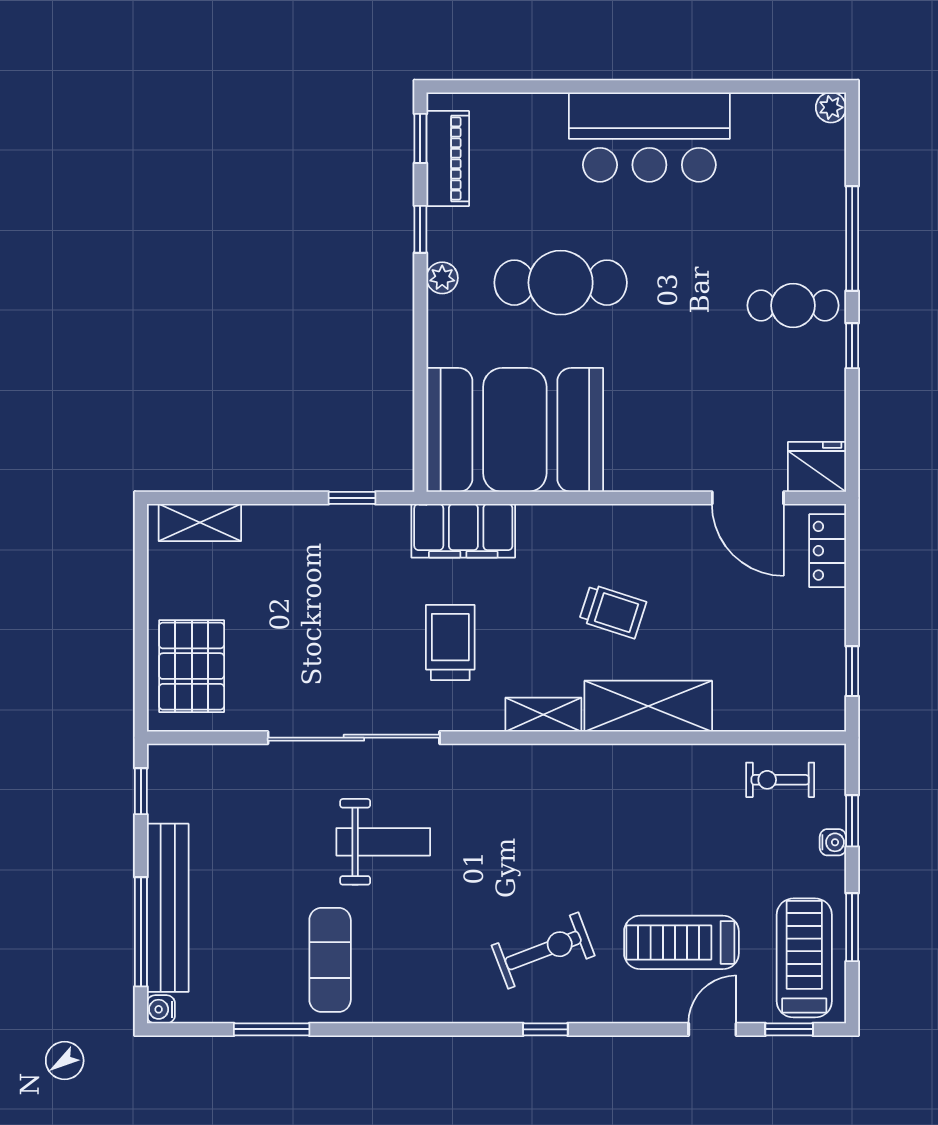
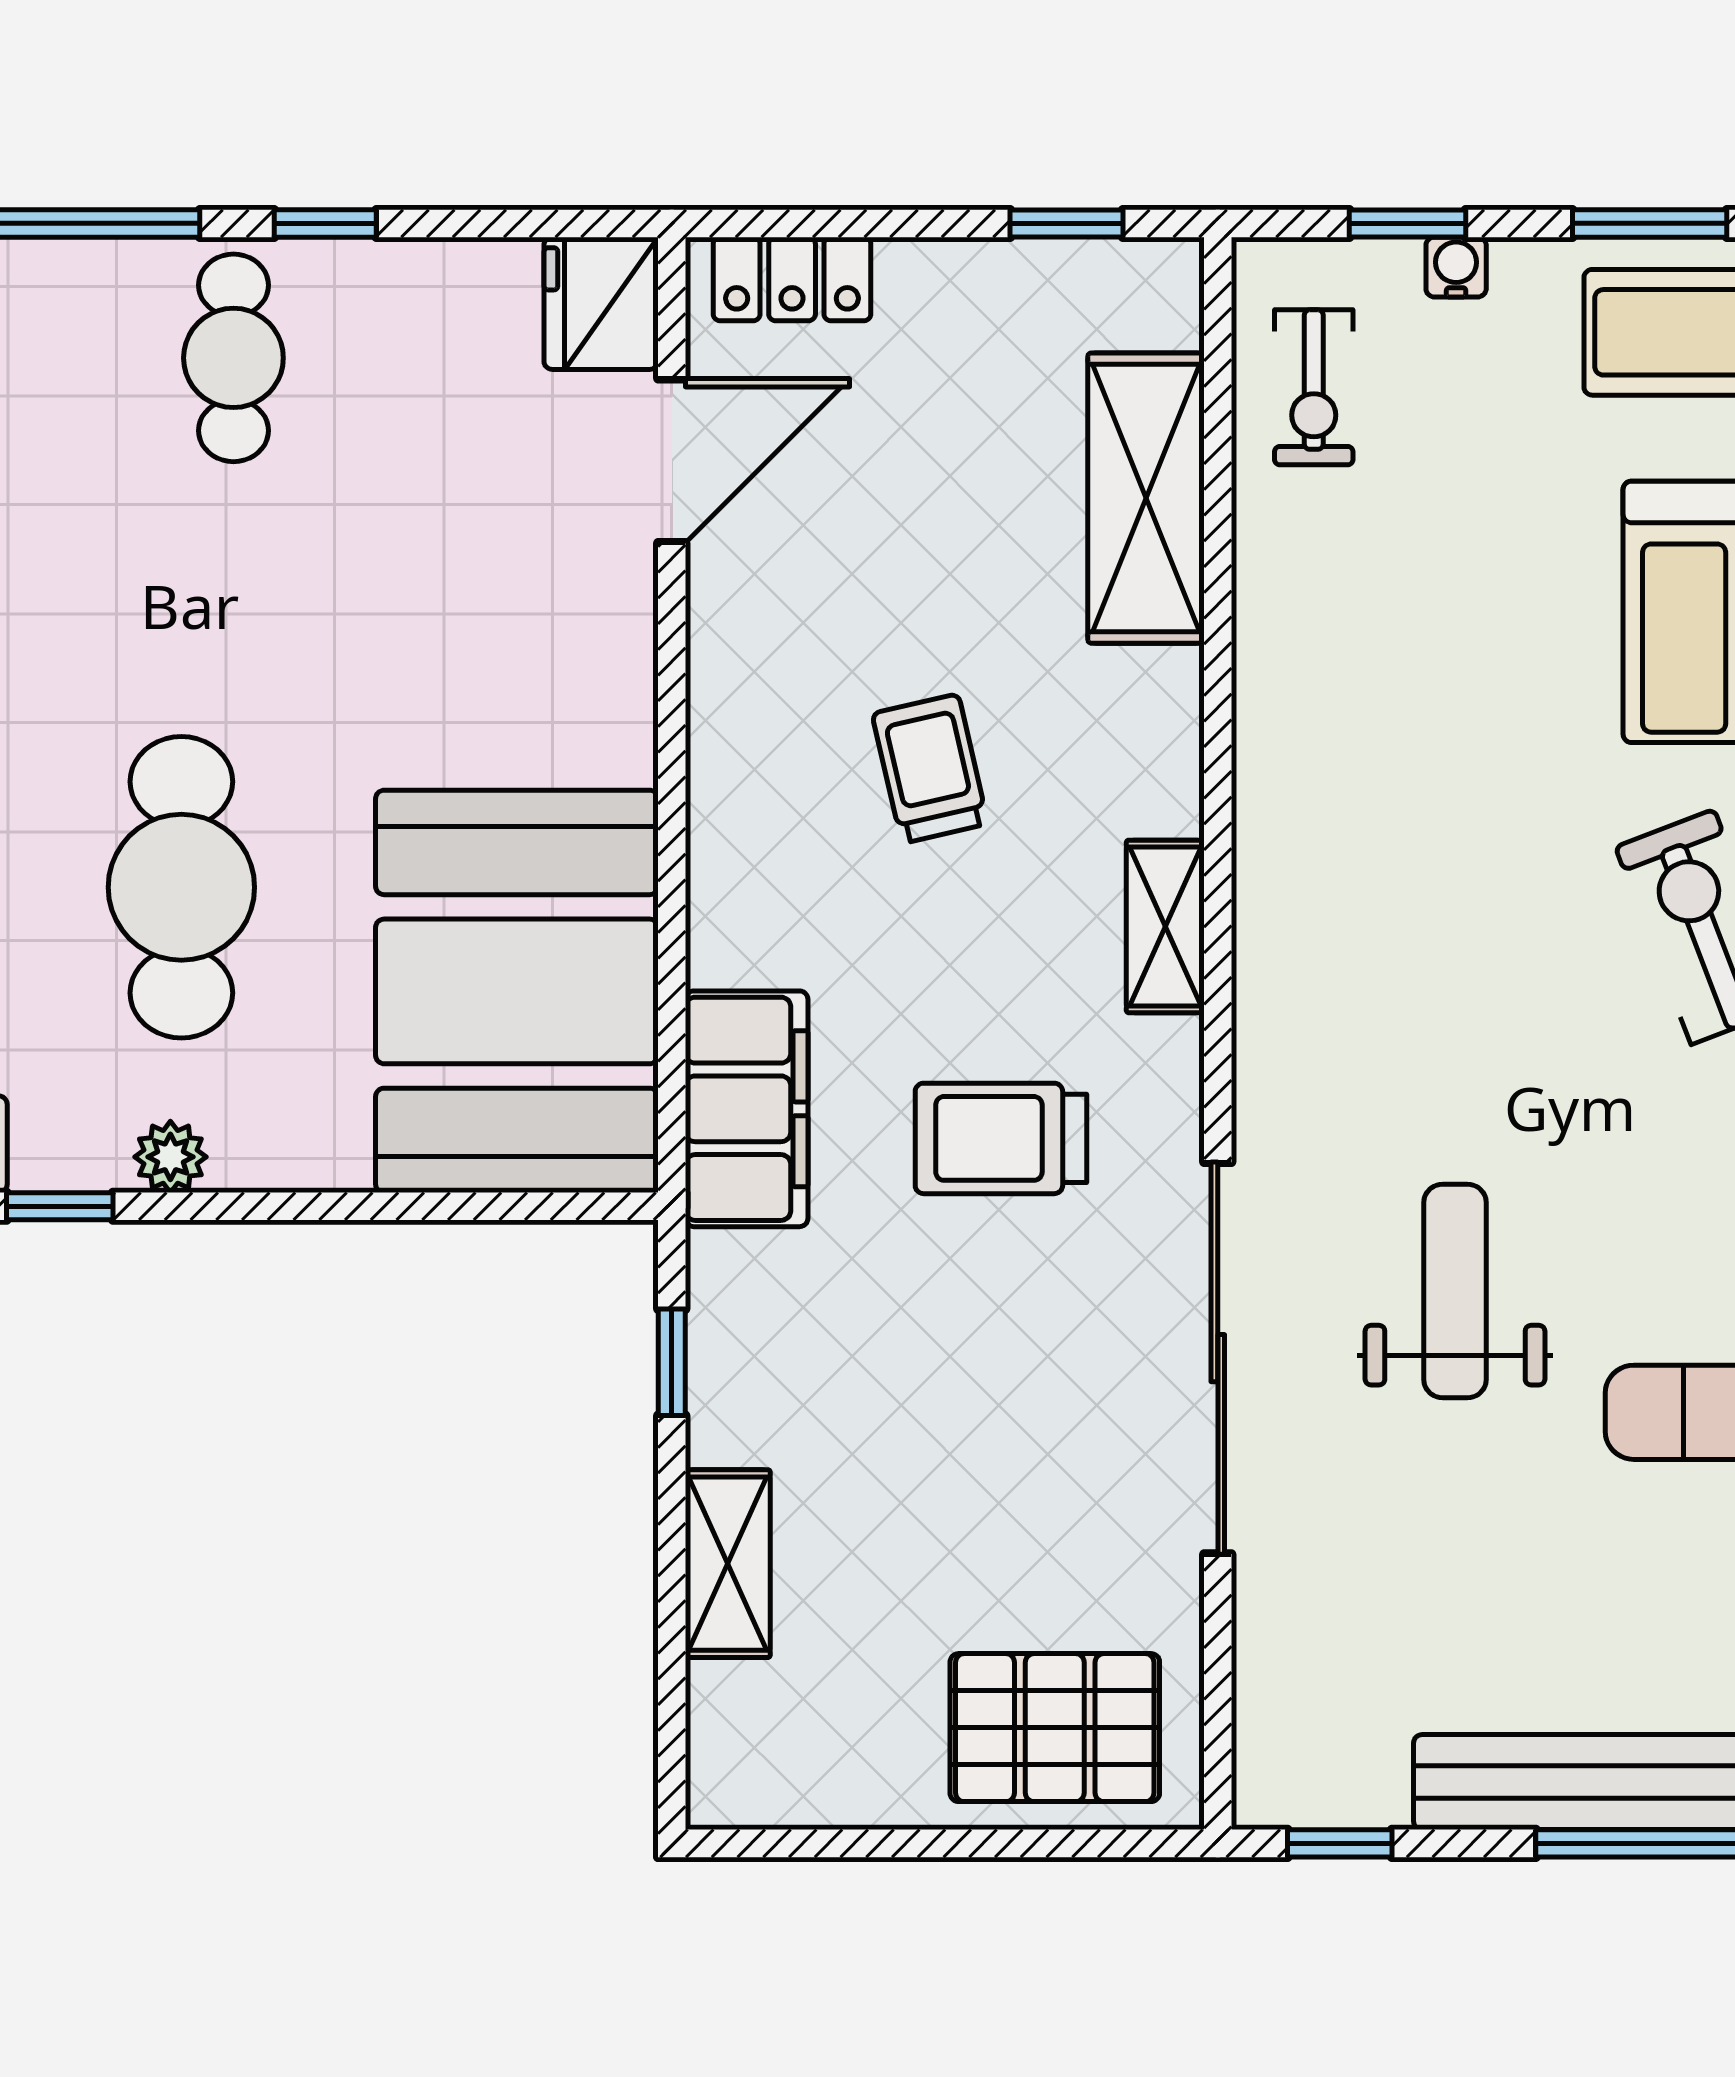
shelving: (200, 522) -> (728, 1564), moved
trolley: (613, 611) -> (930, 769), turned -31
shelving: (648, 706) -> (1146, 498), moved

